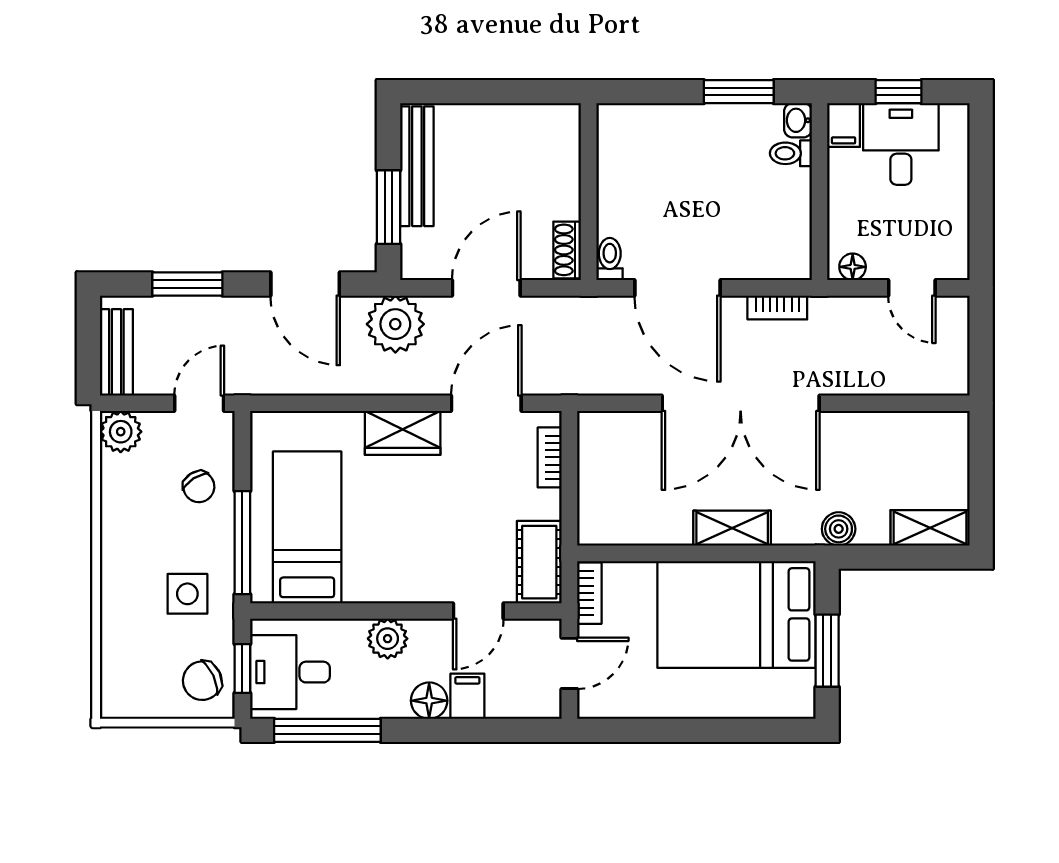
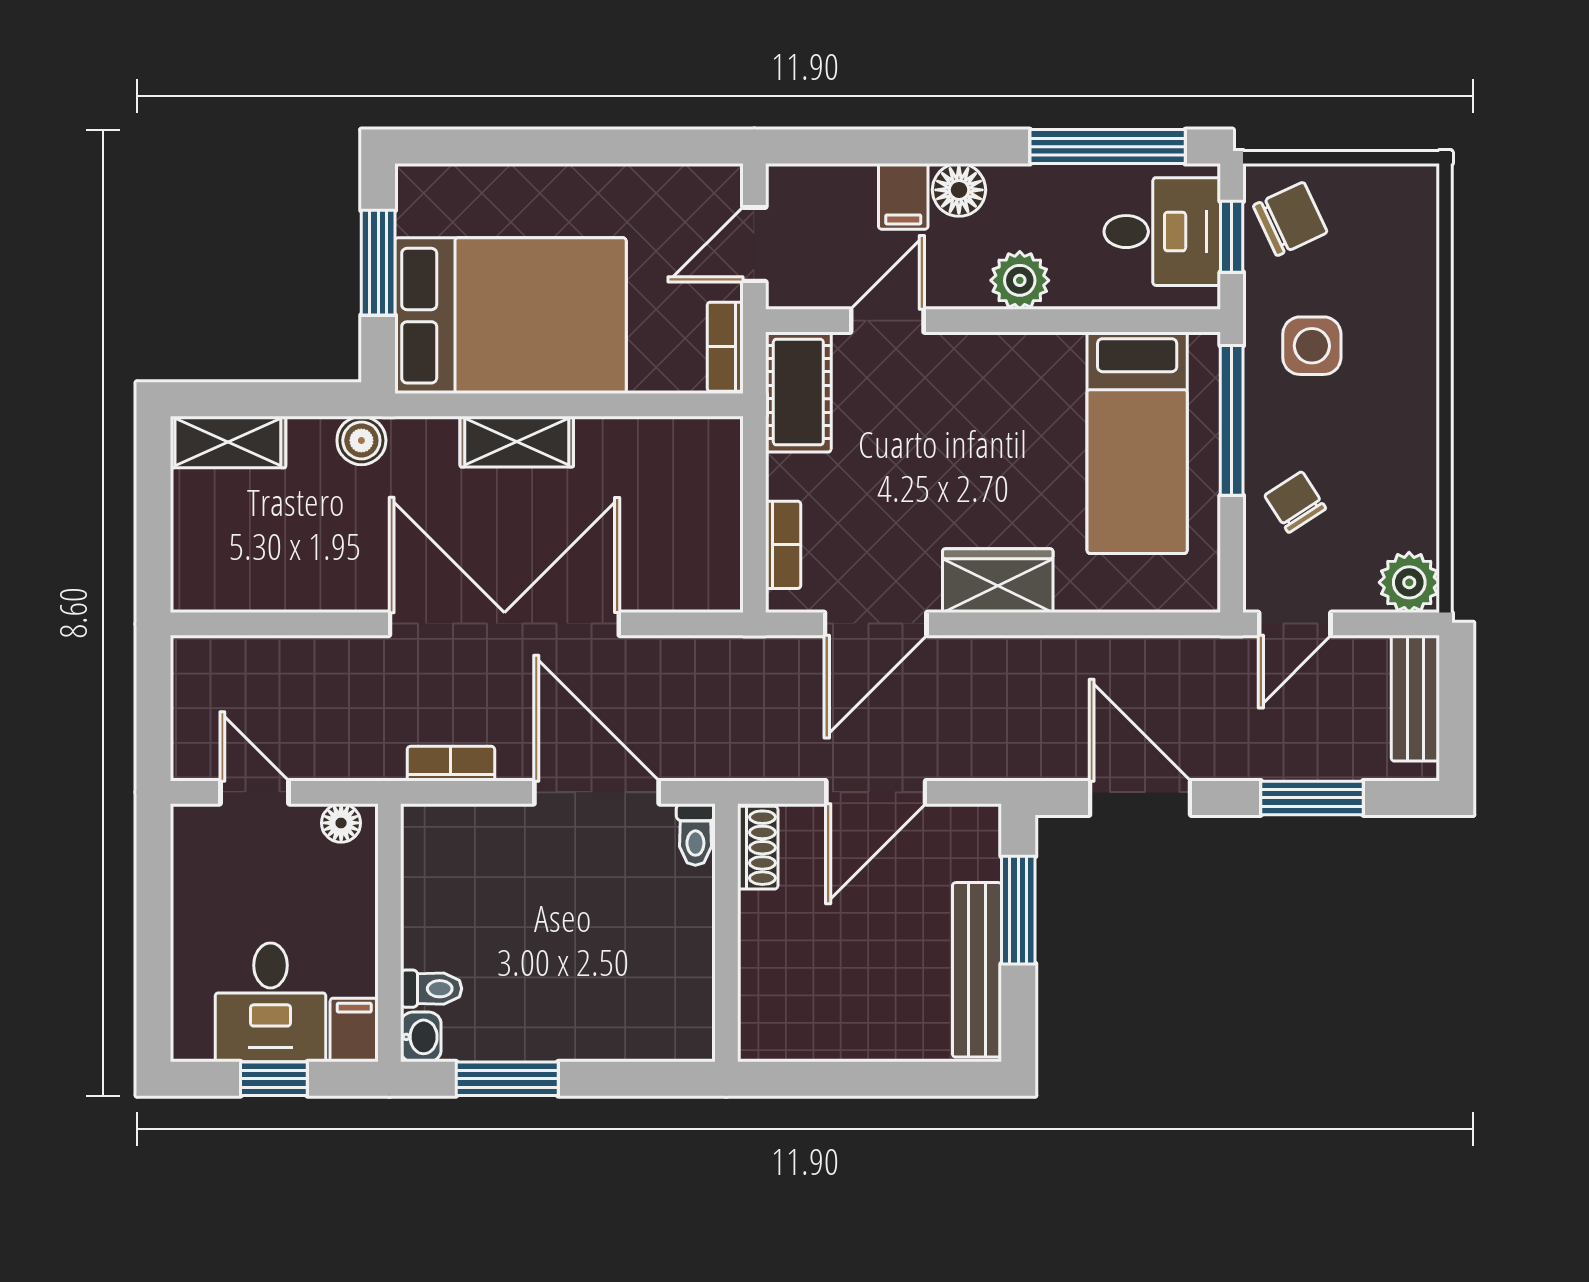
plant: (395, 324) -> (1008, 739), removed

